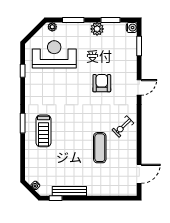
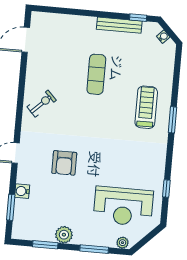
water cooler: (132, 28) -> (22, 191), moved
exercise mat: (100, 148) -> (96, 74), moved

